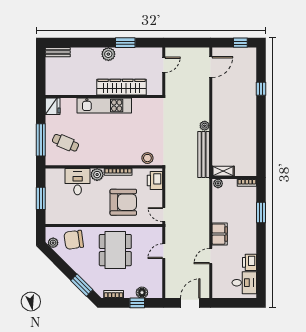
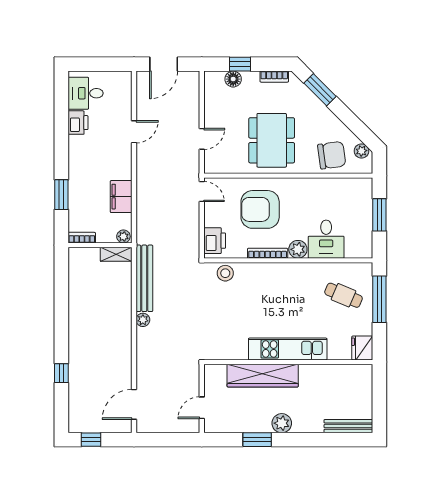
bench: (58, 52) -> (348, 426), width x1.36
filing cabinet: (220, 234) -> (121, 197), moved

